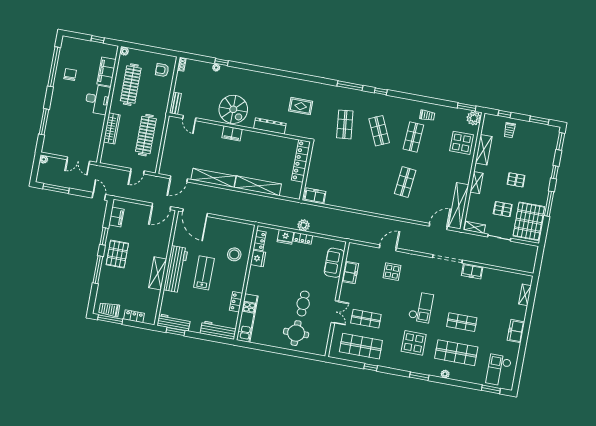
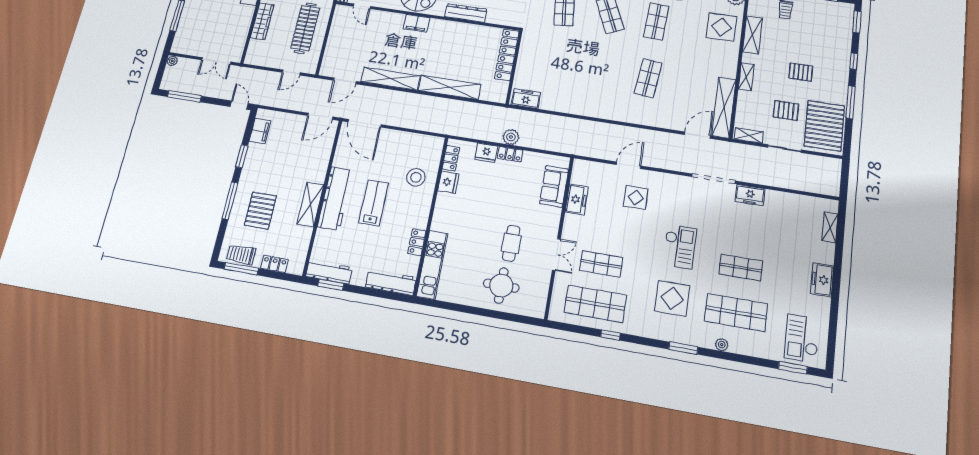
pallet: (117, 254) -> (260, 210), moved

